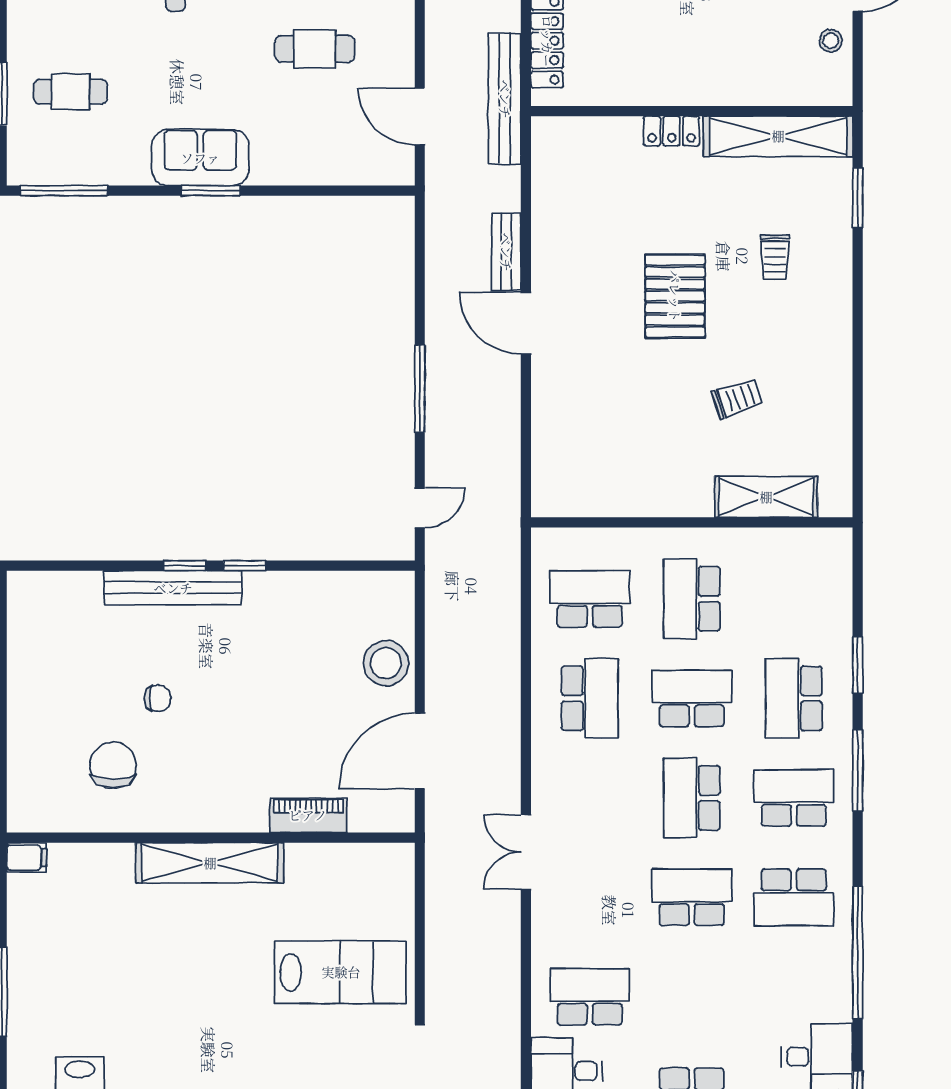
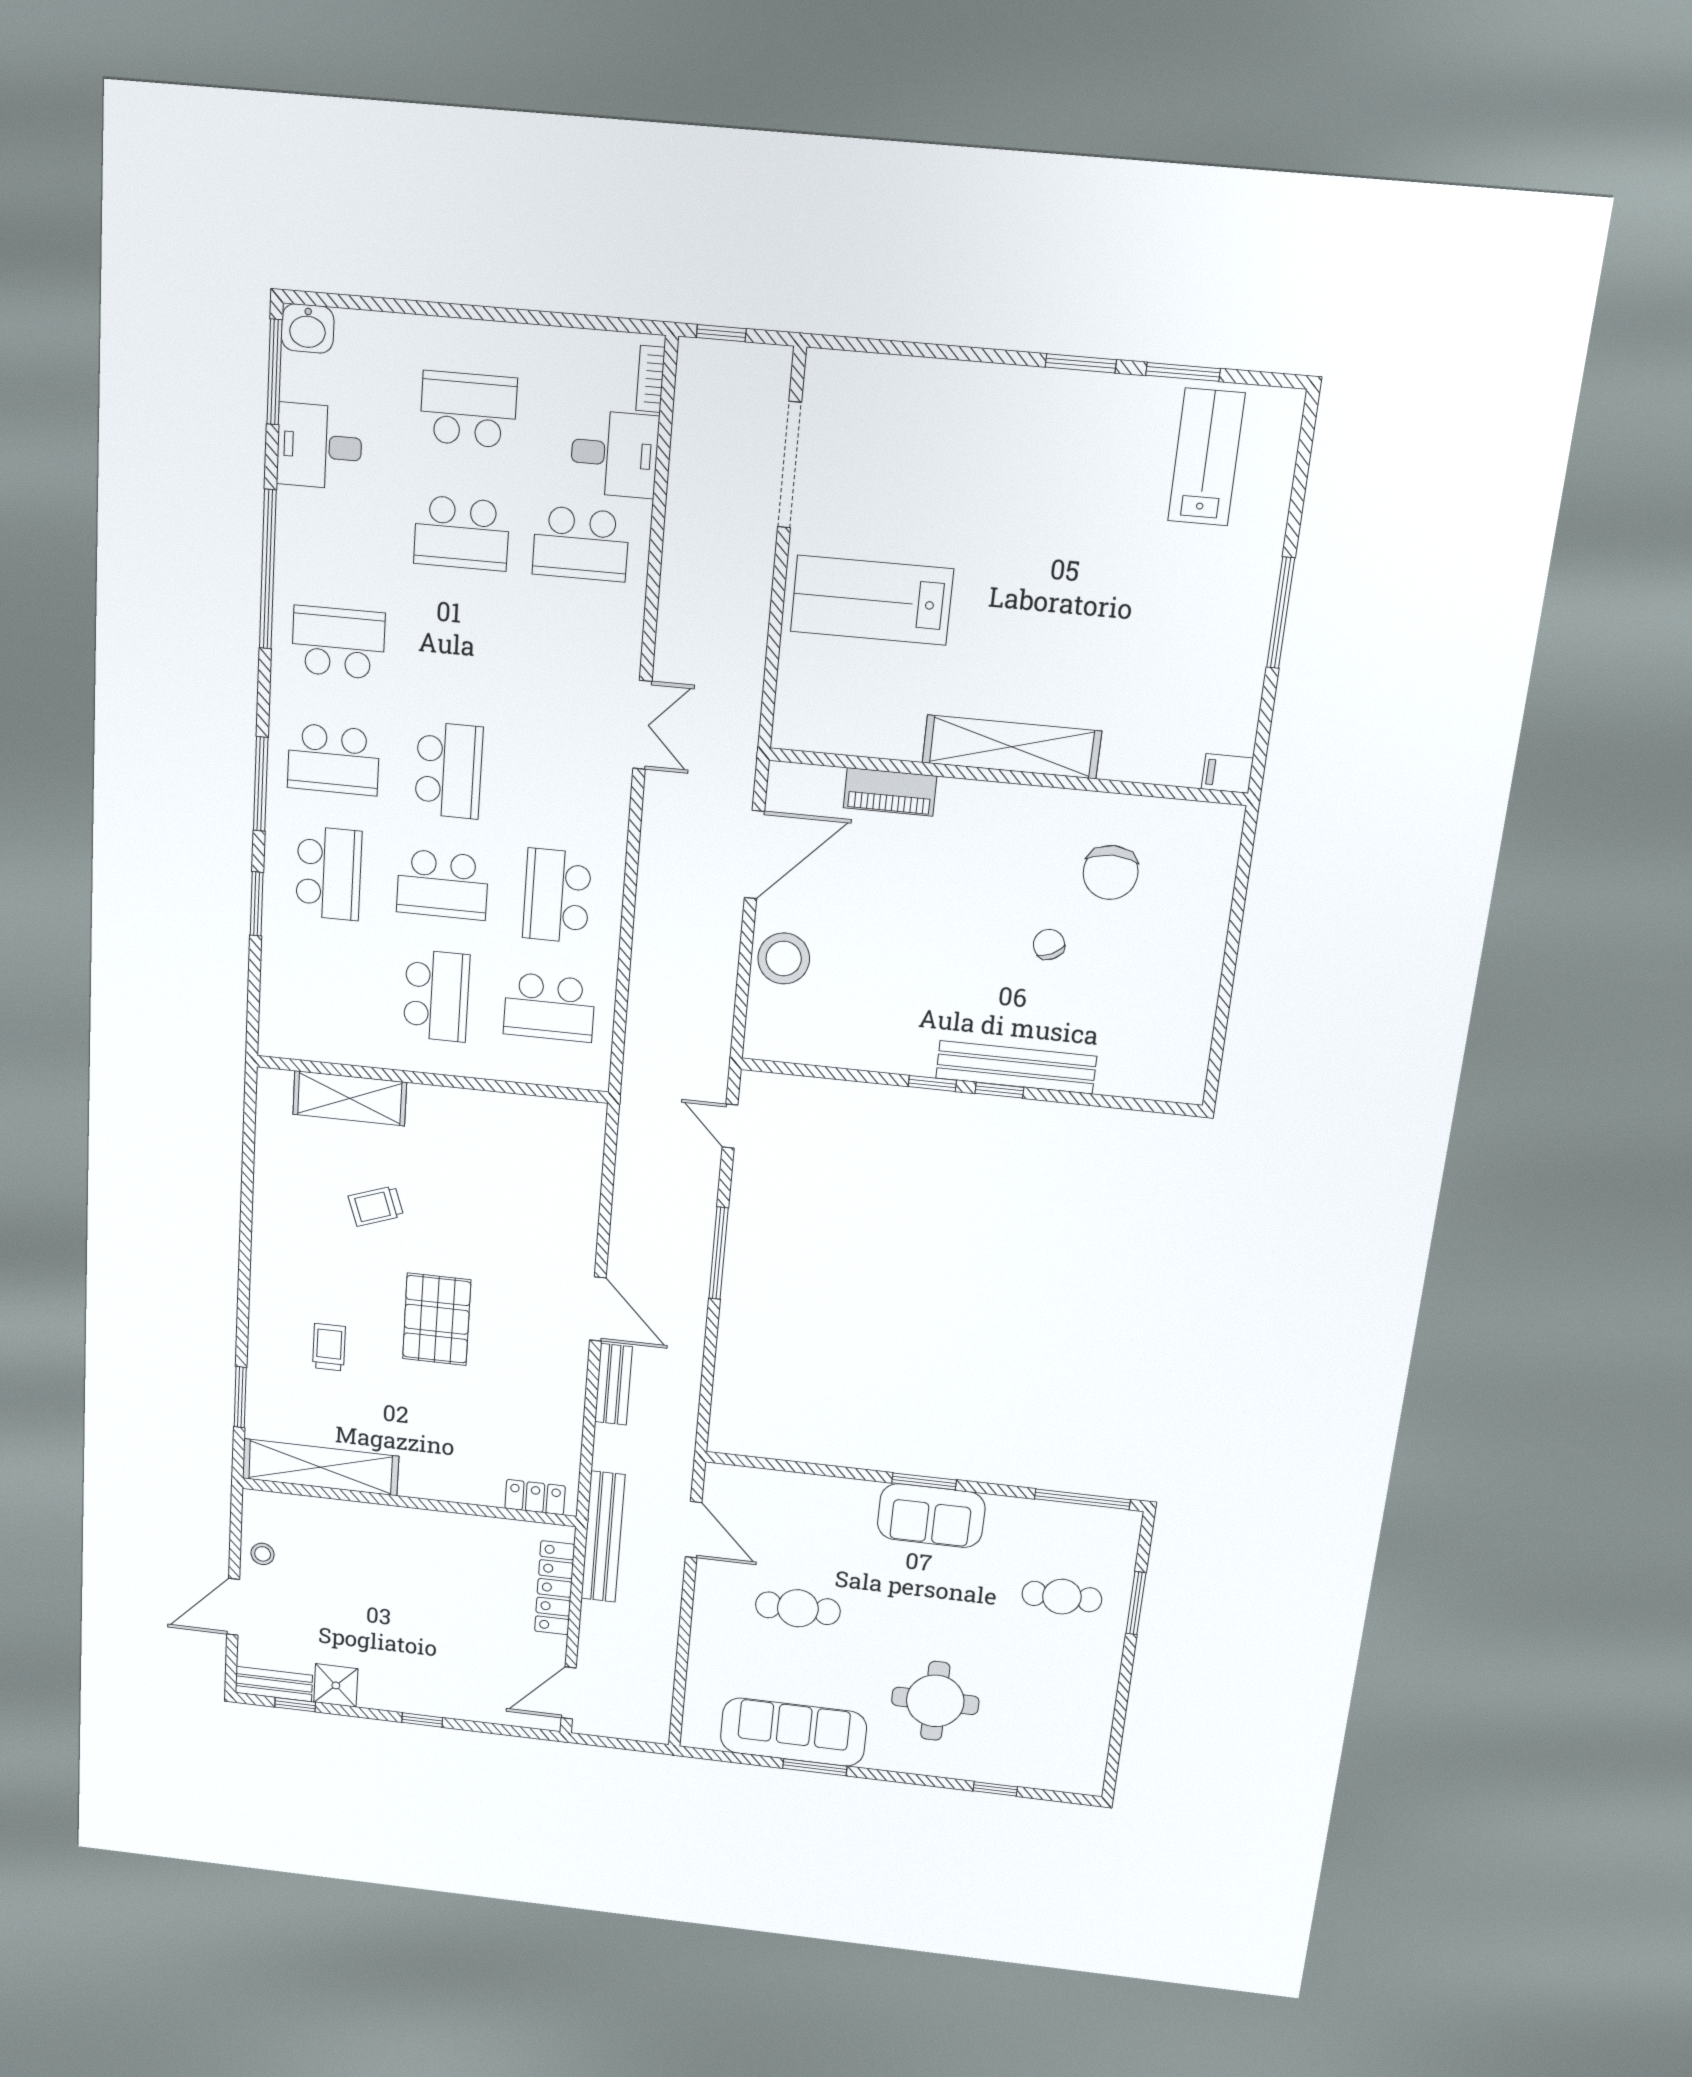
locker: (672, 131) -> (535, 1497), moved
door: (420, 508) -> (730, 1126), hinge flipped
chair: (158, 698) -> (1049, 944), turned 64
school desk: (692, 897) -> (462, 533), moved

